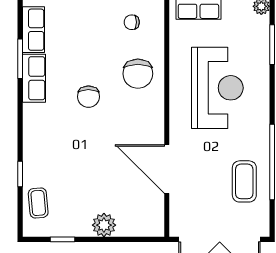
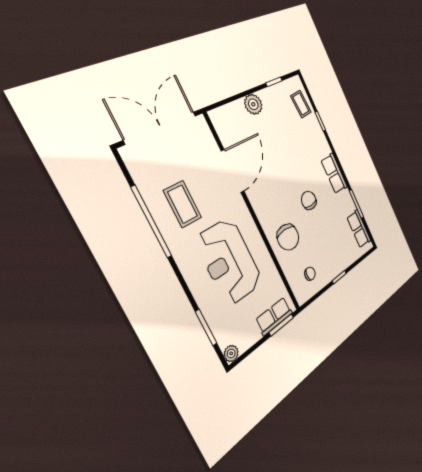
chair: (138, 74) -> (288, 237), turned 180
row of seats: (34, 78) -> (334, 174), moved
door: (167, 169) -> (233, 171), hinge flipped
coffee table: (244, 181) -> (183, 204), moved

